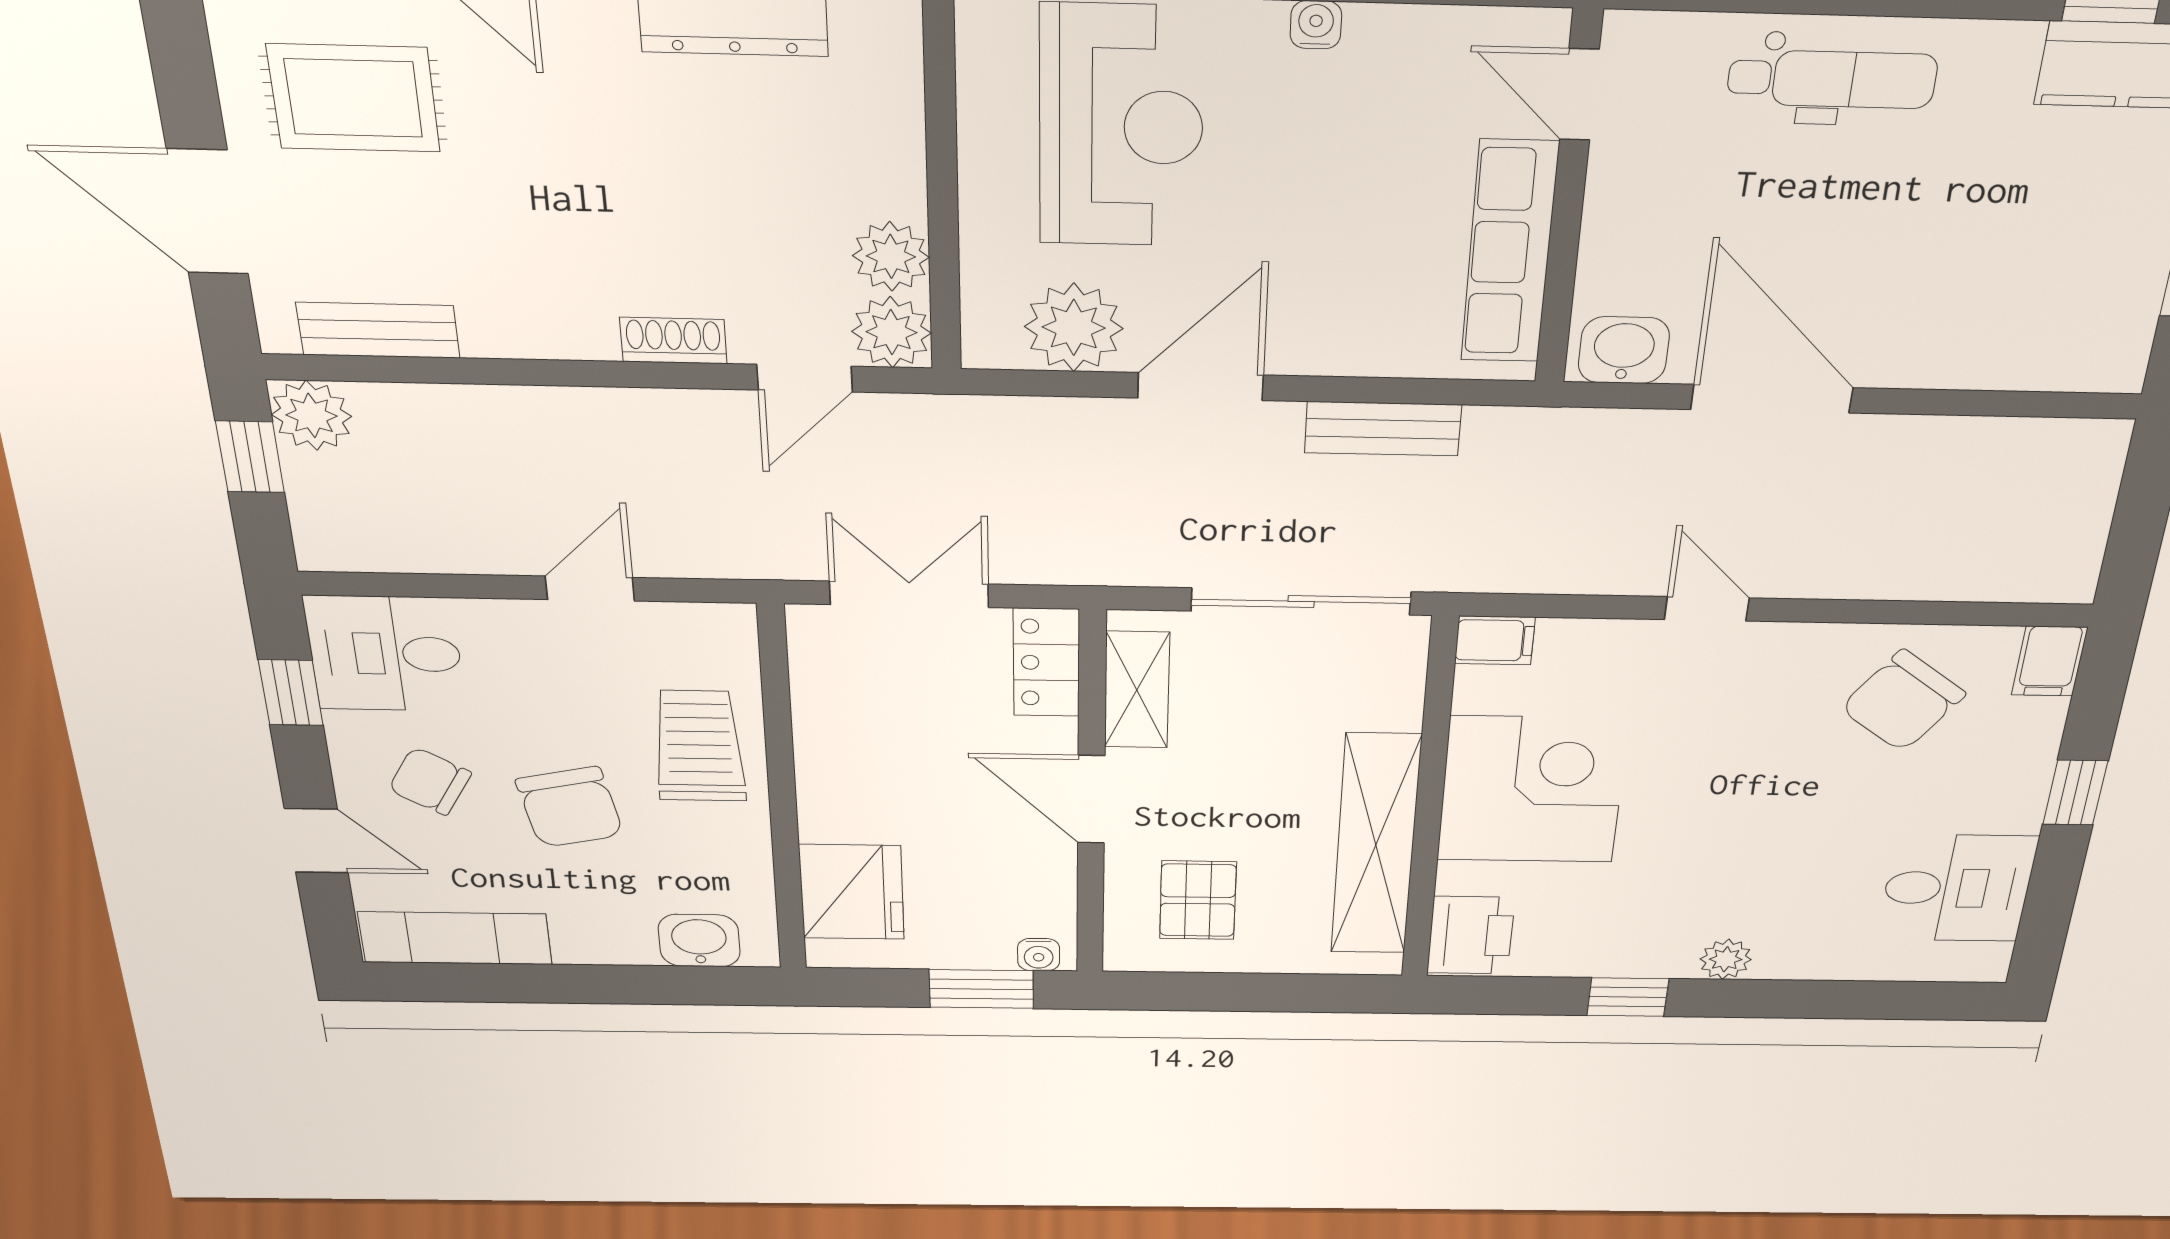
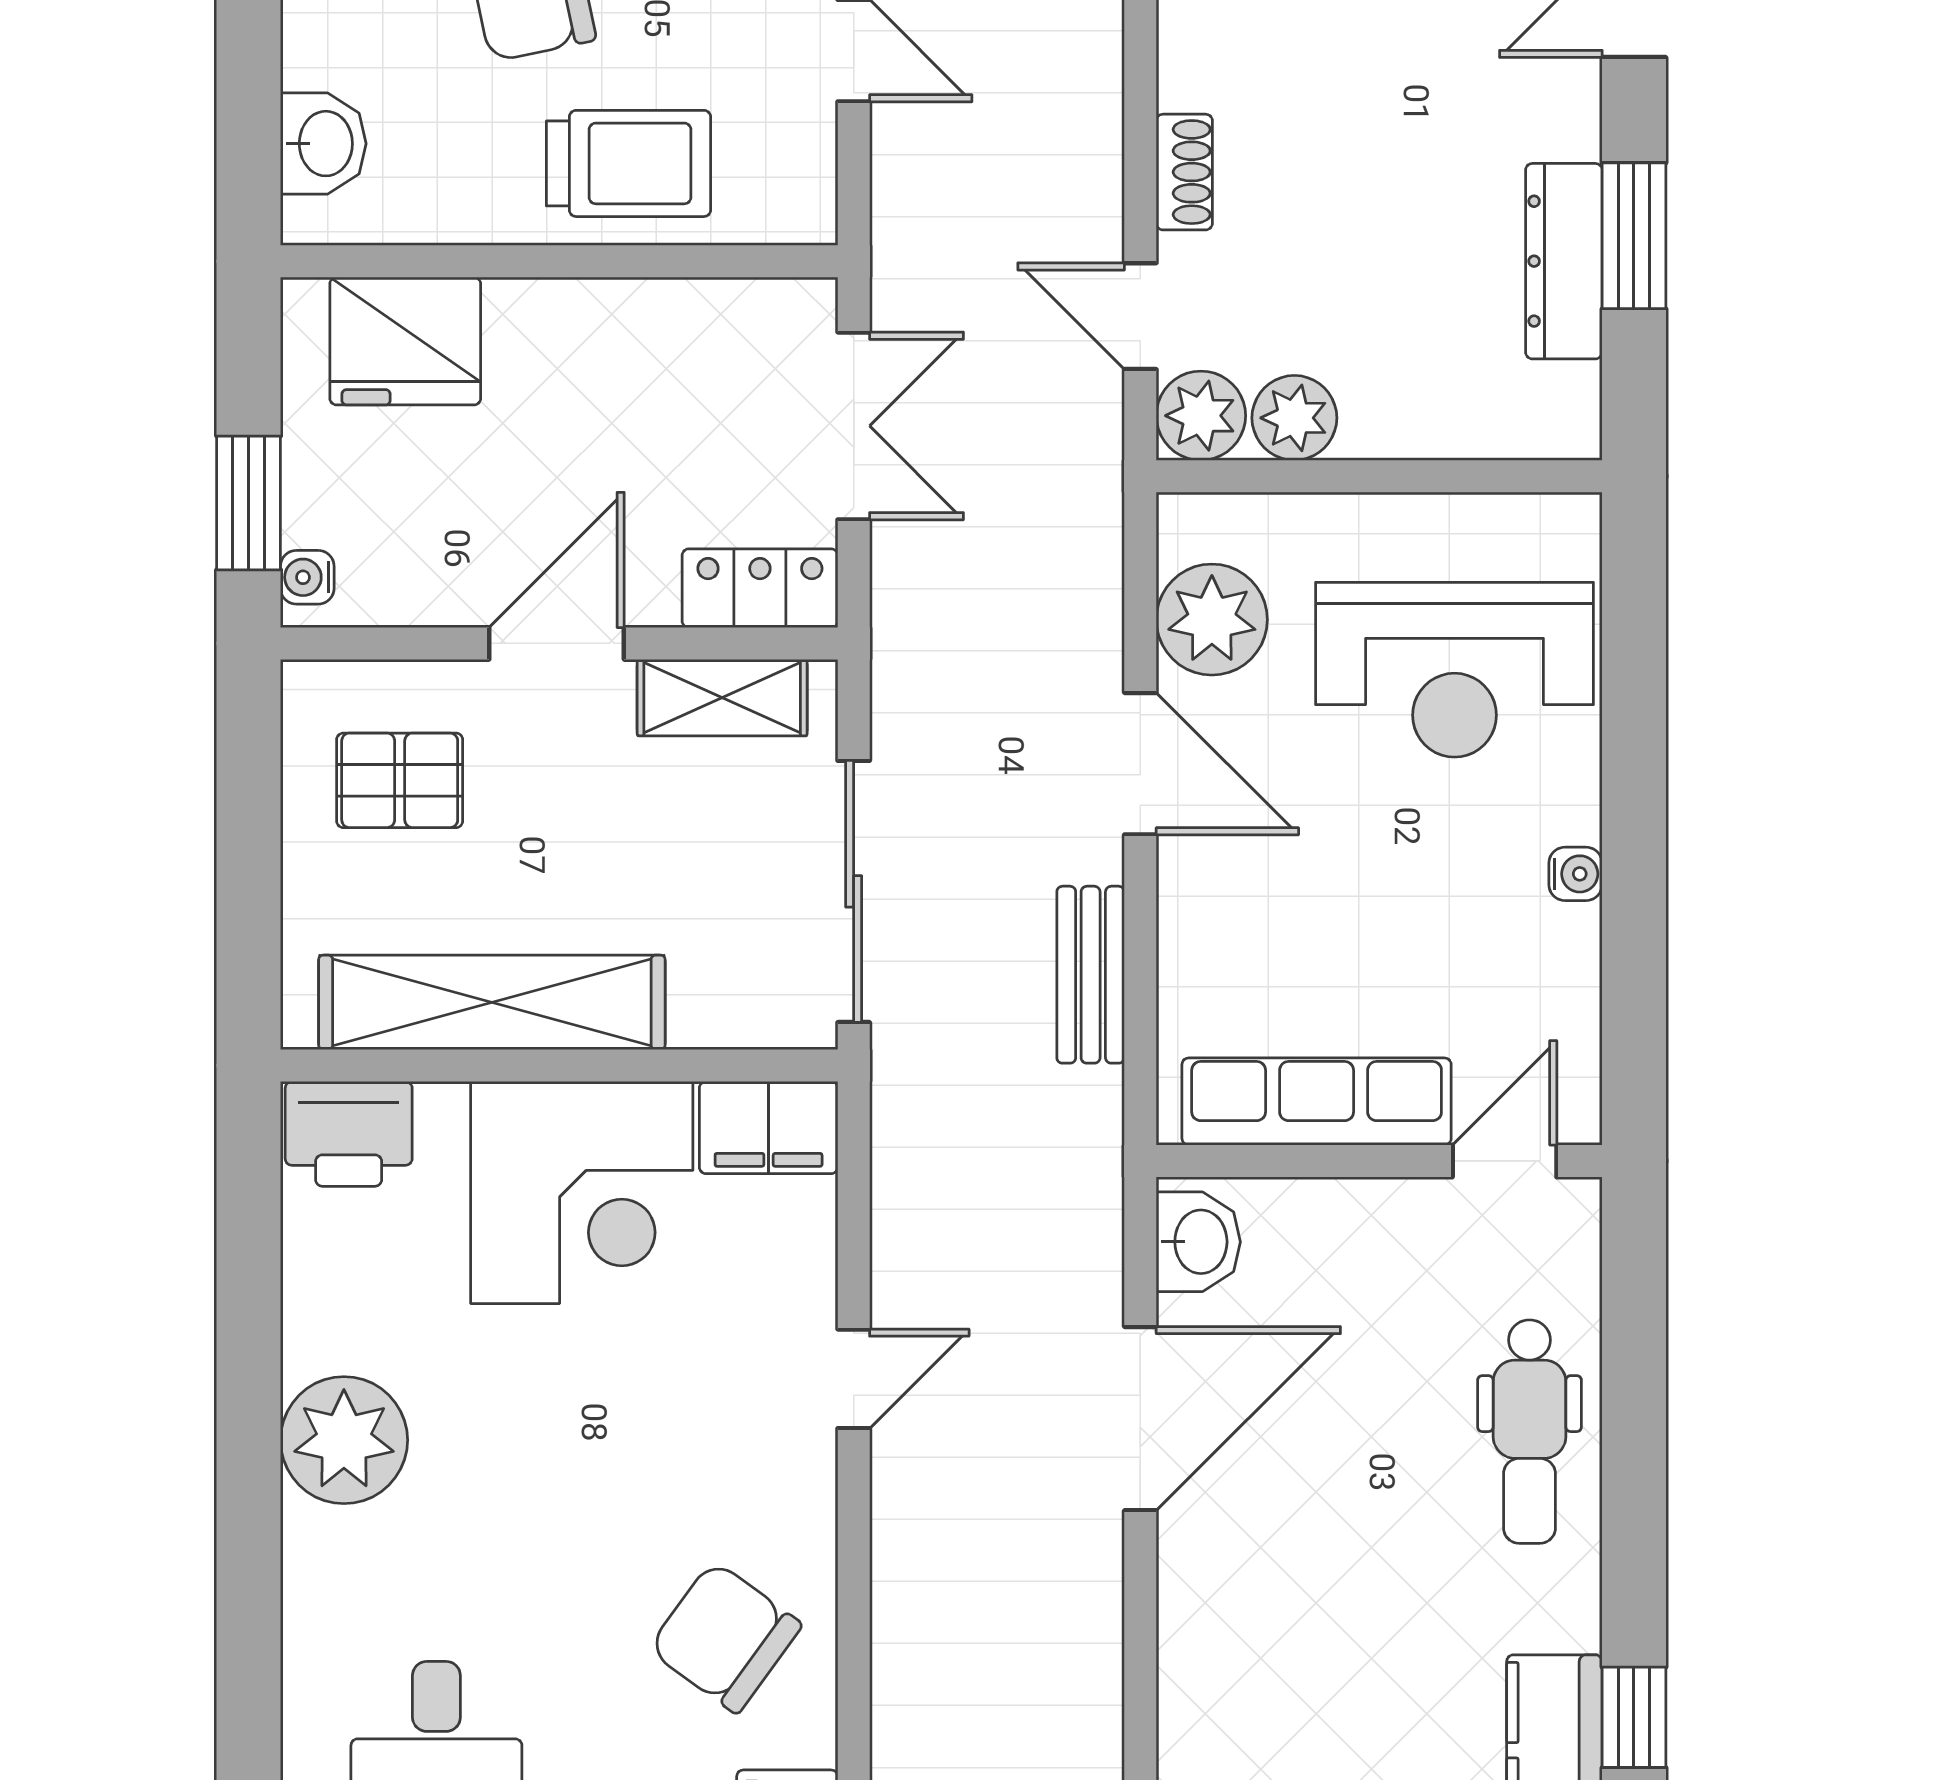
filing cabinet: (1495, 640) -> (769, 1128), width x2.00
plant: (1726, 959) -> (344, 1440), width x1.88, depth x1.88
window: (1628, 997) -> (249, 1349), removed

